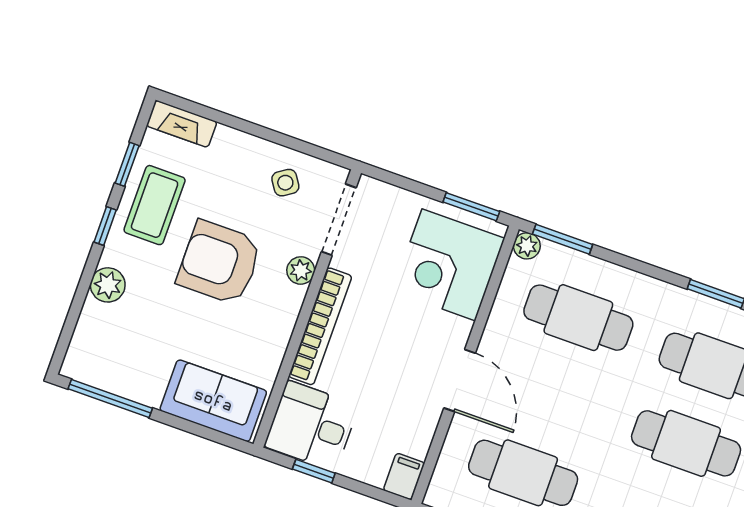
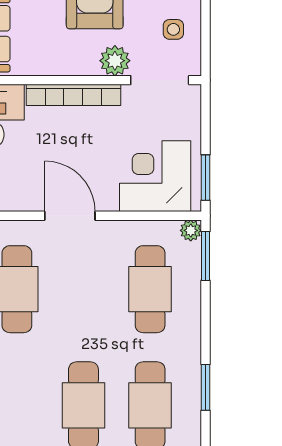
side table: (285, 183) -> (173, 29), turned 33
plant: (301, 270) -> (115, 61), width x1.38, depth x1.38
door: (460, 381) -> (70, 216), swing flipped

